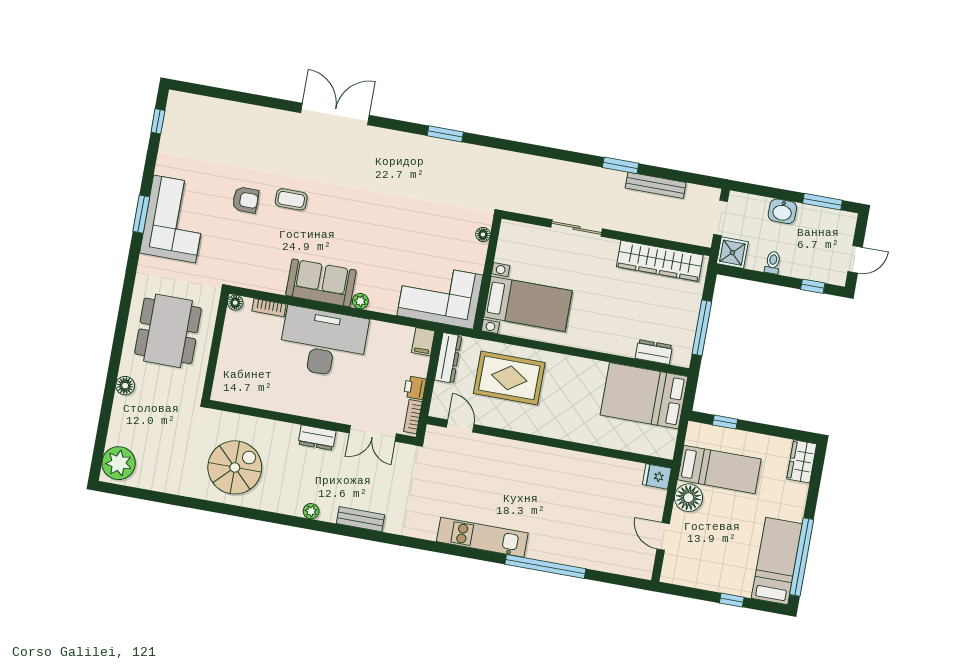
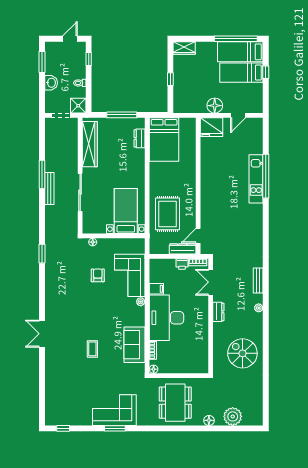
double door: (335, 114) -> (42, 334), width x0.73
window: (445, 134) -> (42, 254), moved
window: (621, 165) -> (42, 175), width x1.44
bench: (656, 185) -> (49, 188), moved
armchair: (245, 200) -> (98, 275), moved
sliding door: (577, 228) -> (80, 192), width x1.37
door: (855, 259) -> (70, 39), hinge flipped
sofa: (321, 283) -> (134, 345), moved
corner sofa: (440, 295) -> (130, 275), moved
dining table: (168, 331) -> (175, 403), turned 90
filing cabinet: (423, 342) -> (156, 289), moved
dresser: (448, 358) -> (183, 249), moved
window: (725, 422) -> (170, 79), moved
double door: (373, 433) -> (211, 282), swing flipped
plant: (119, 463) -> (233, 416), moved
bed: (719, 469) -> (241, 73), moved, turned -90
fridge: (657, 476) -> (212, 127), width x1.88, depth x1.34
kitchen unit: (482, 537) -> (256, 179), moved

